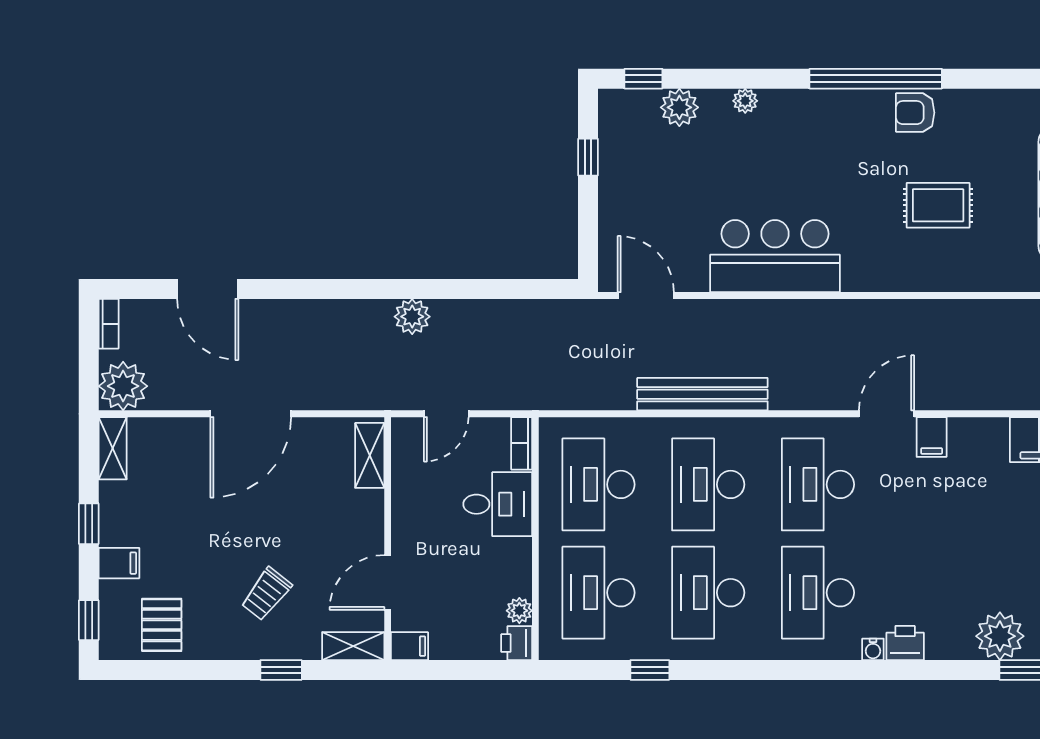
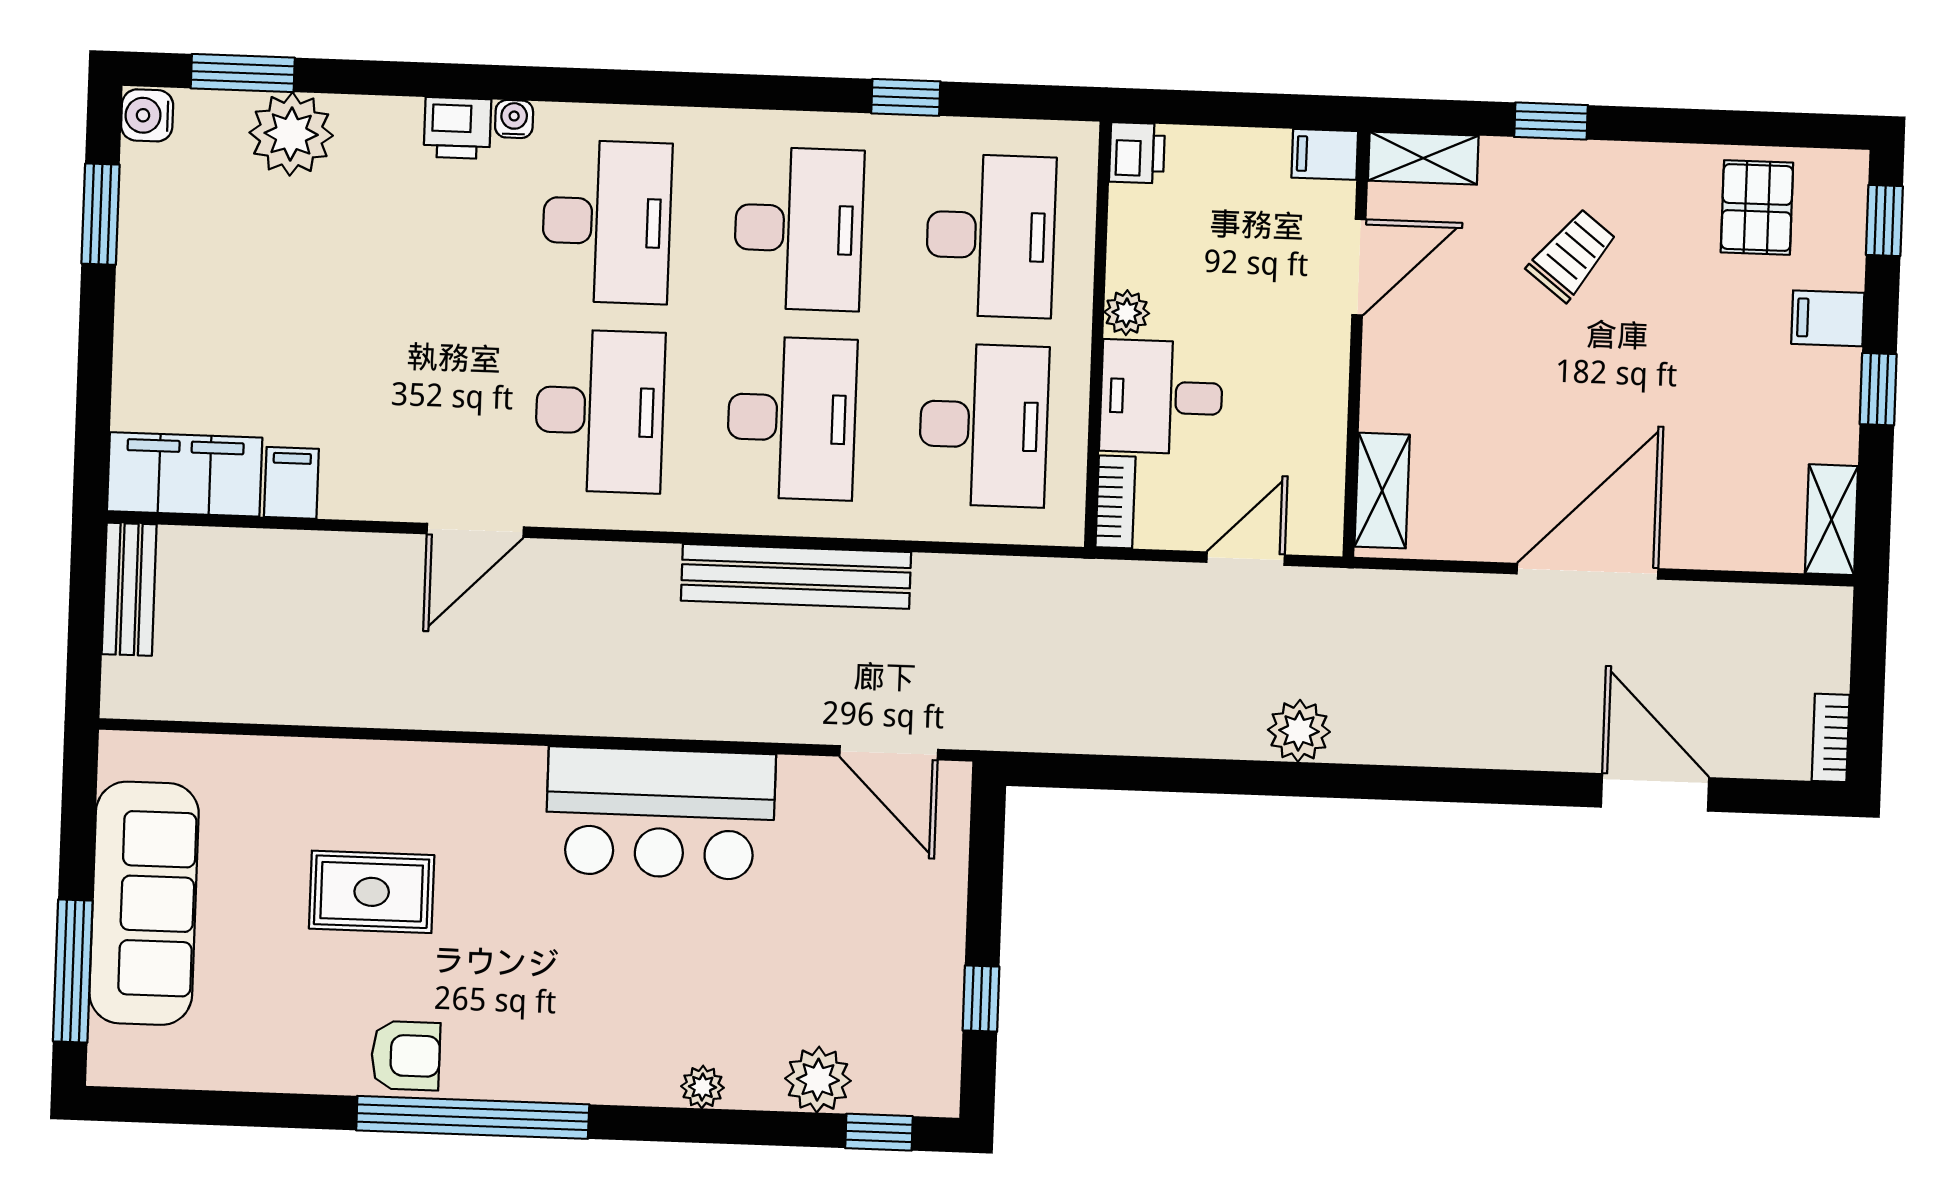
plant: (123, 386) -> (1809, 628), removed
filing cabinet: (932, 437) -> (291, 483), moved
plant: (519, 611) -> (1127, 313), moved

